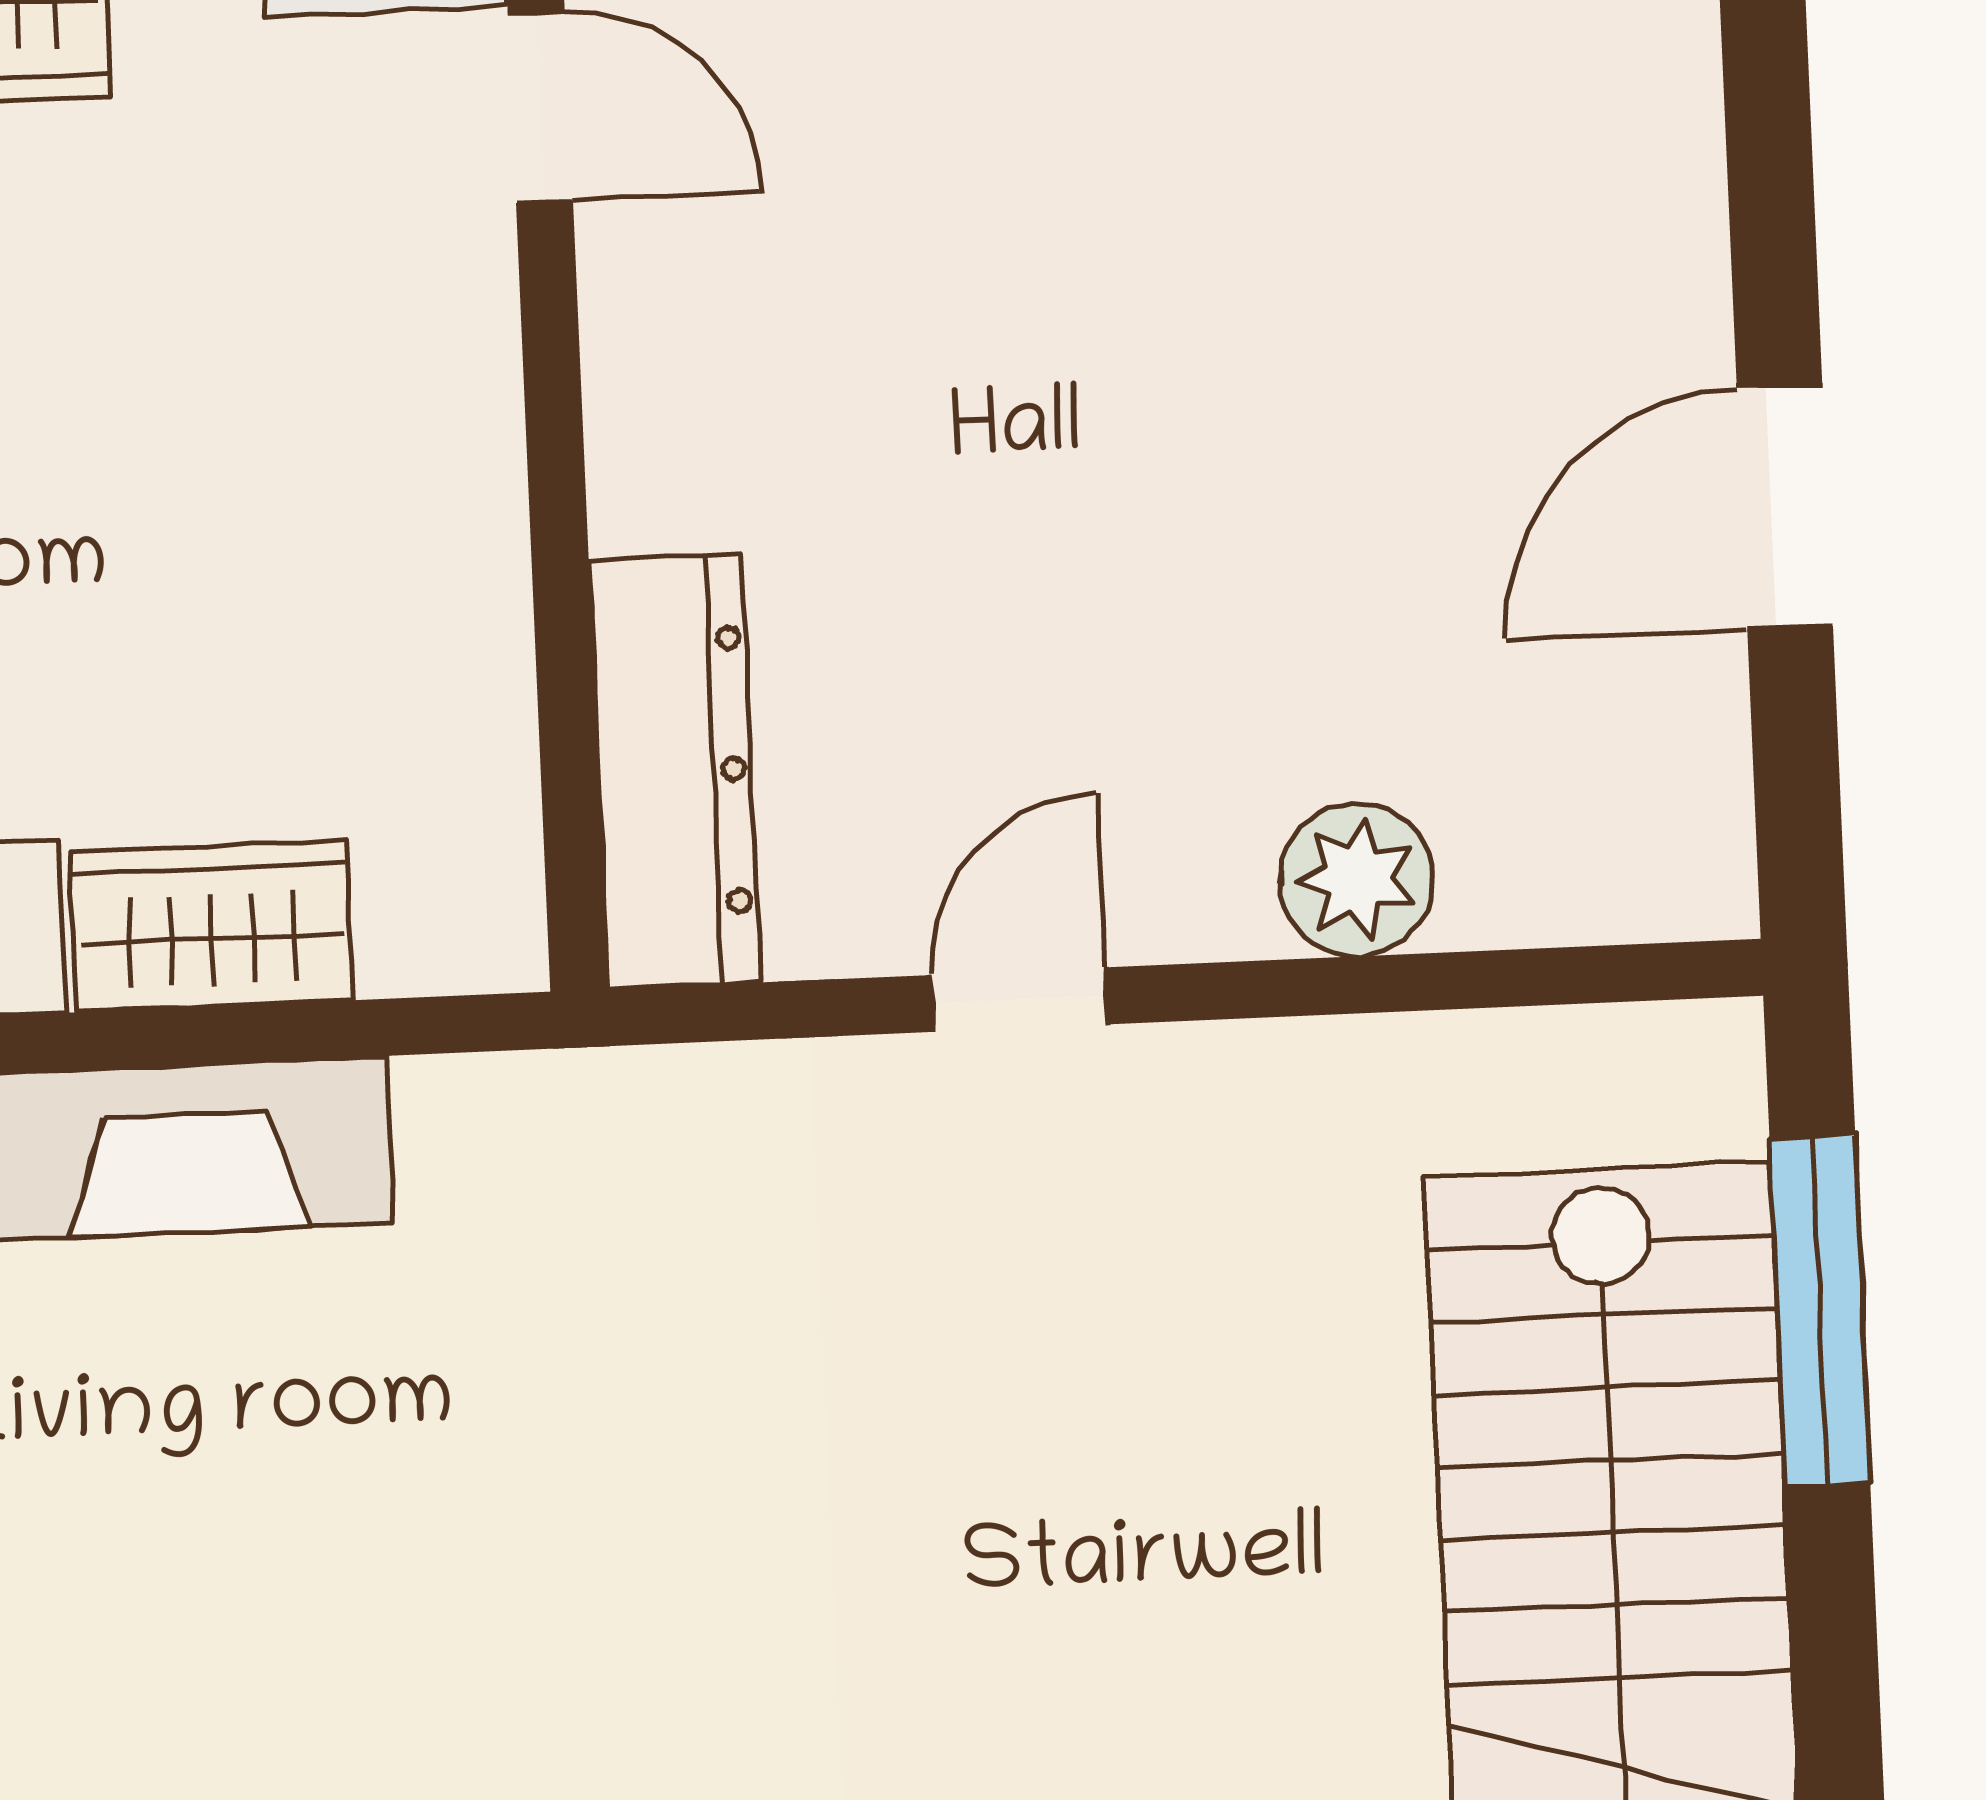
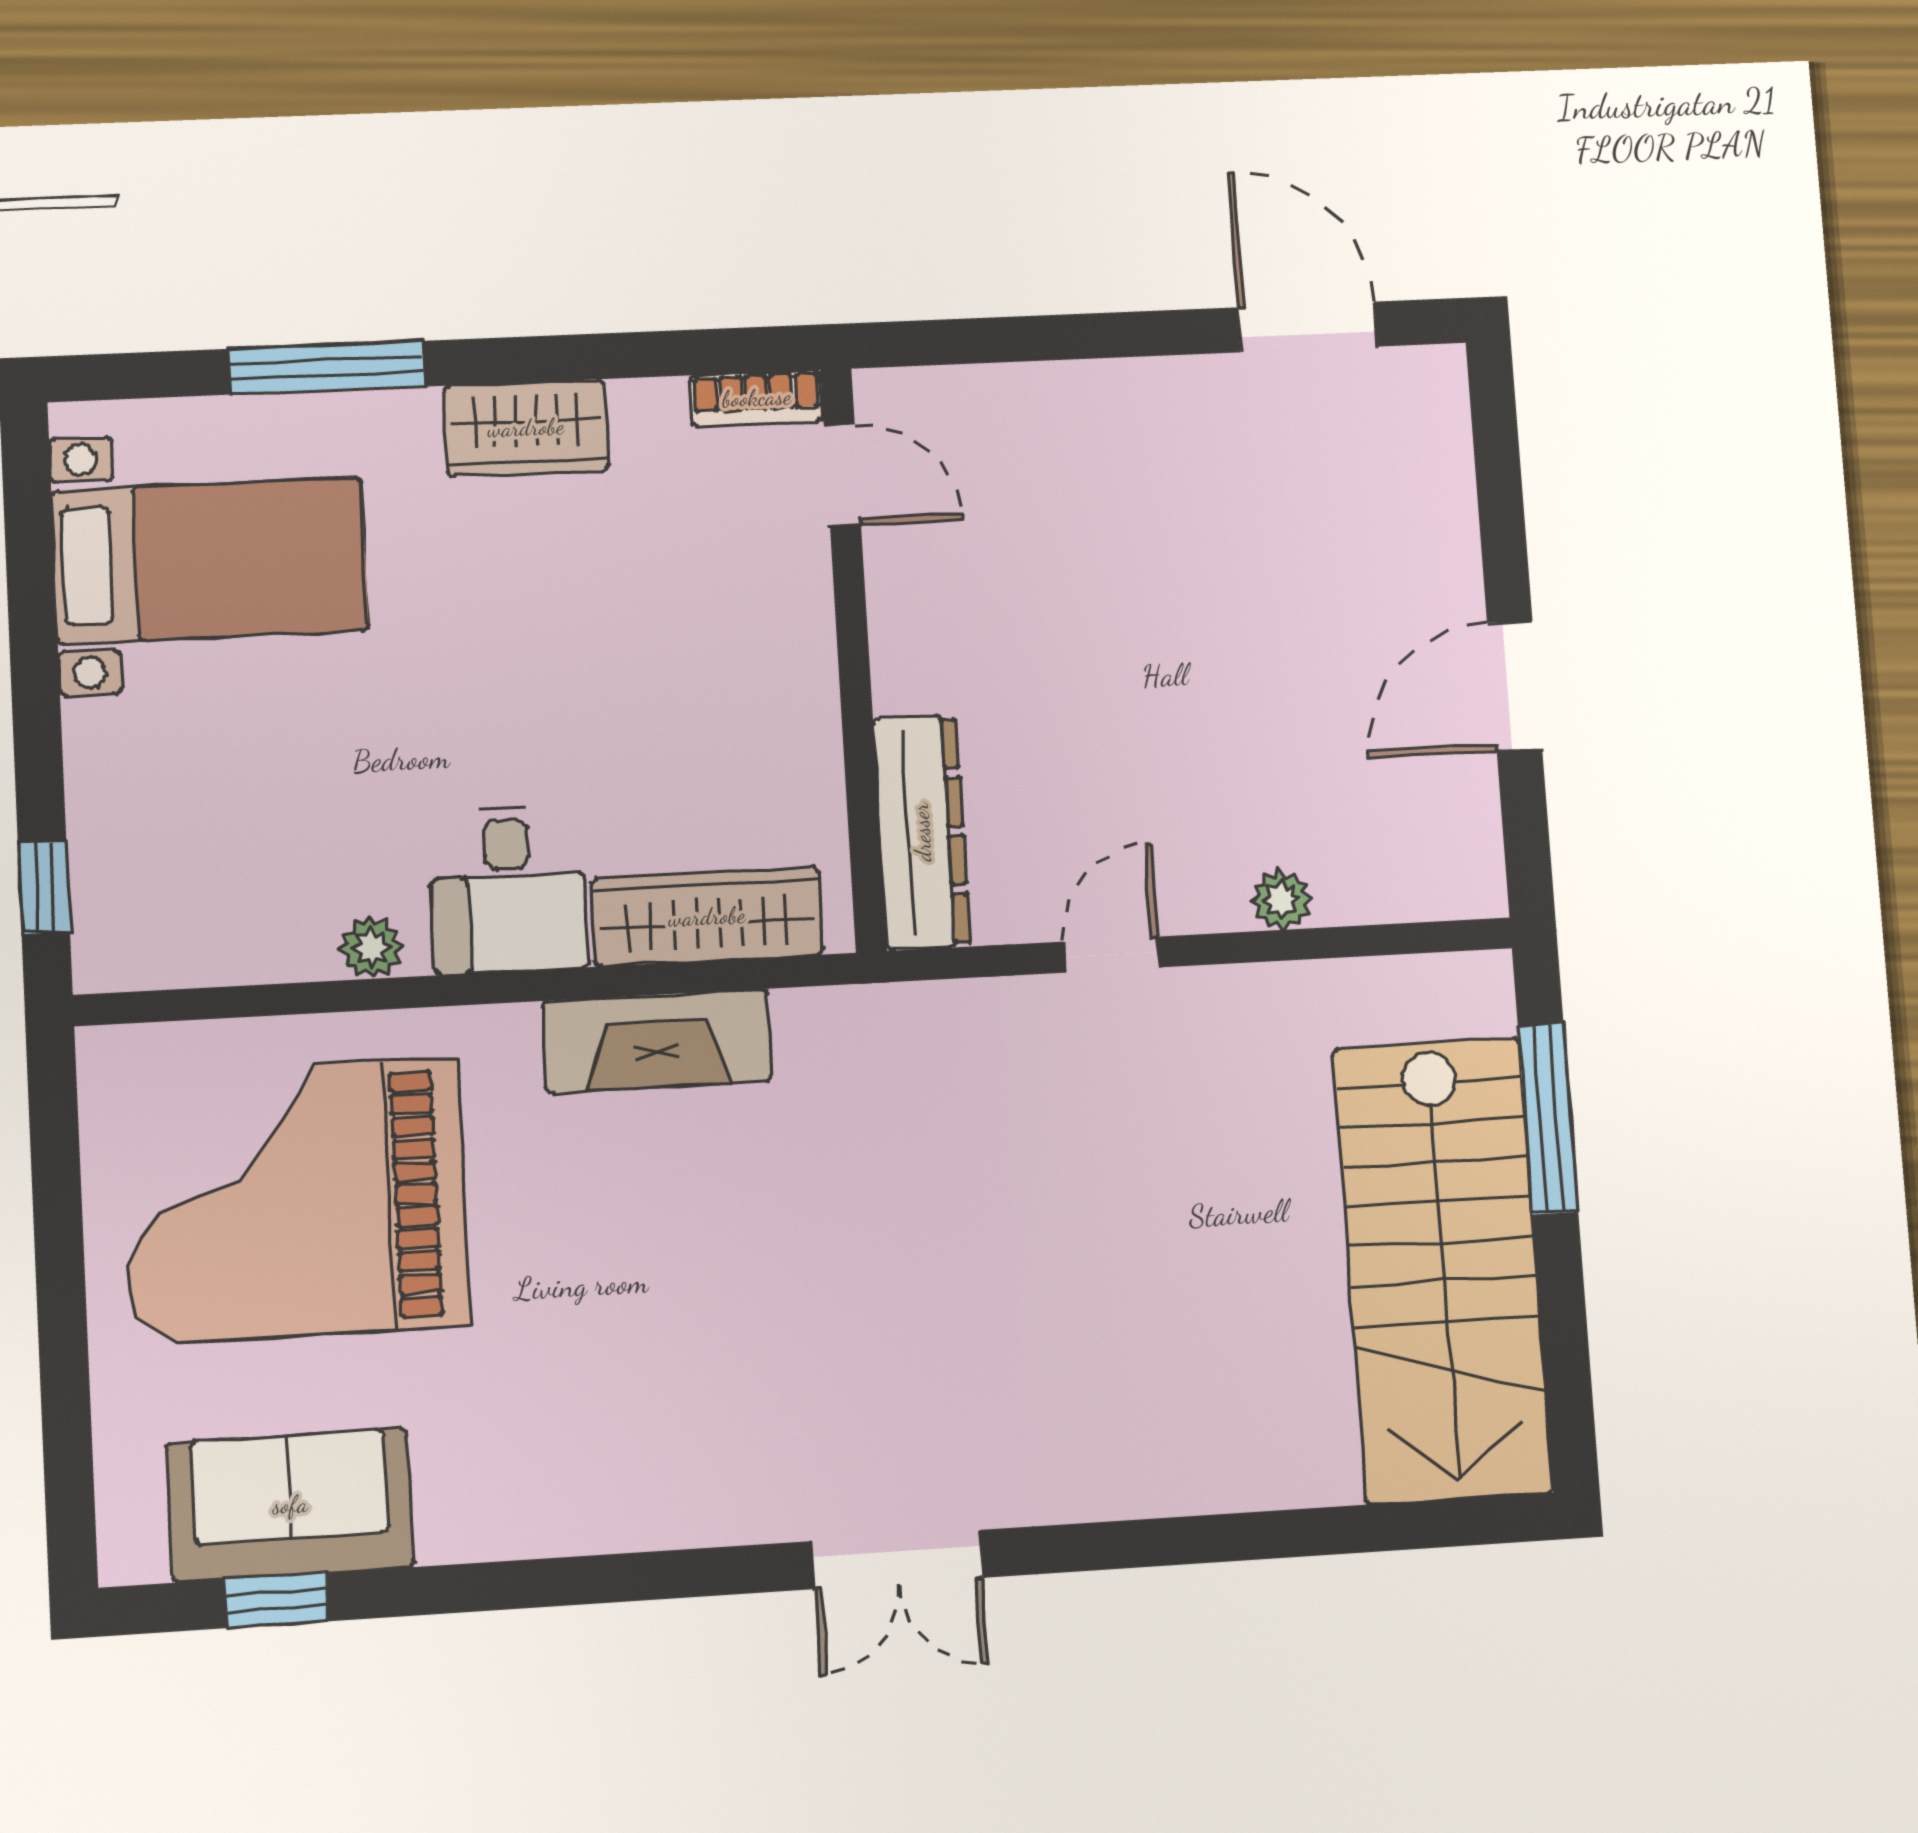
plant: (1357, 880) -> (1282, 900), width x0.73, depth x0.73
wardrobe: (212, 926) -> (707, 917), width x1.50

